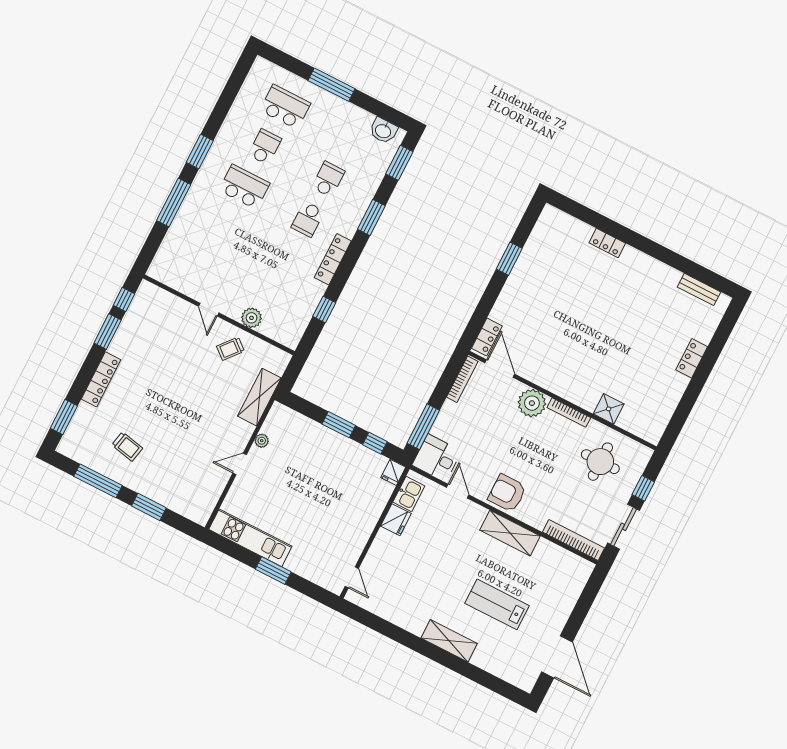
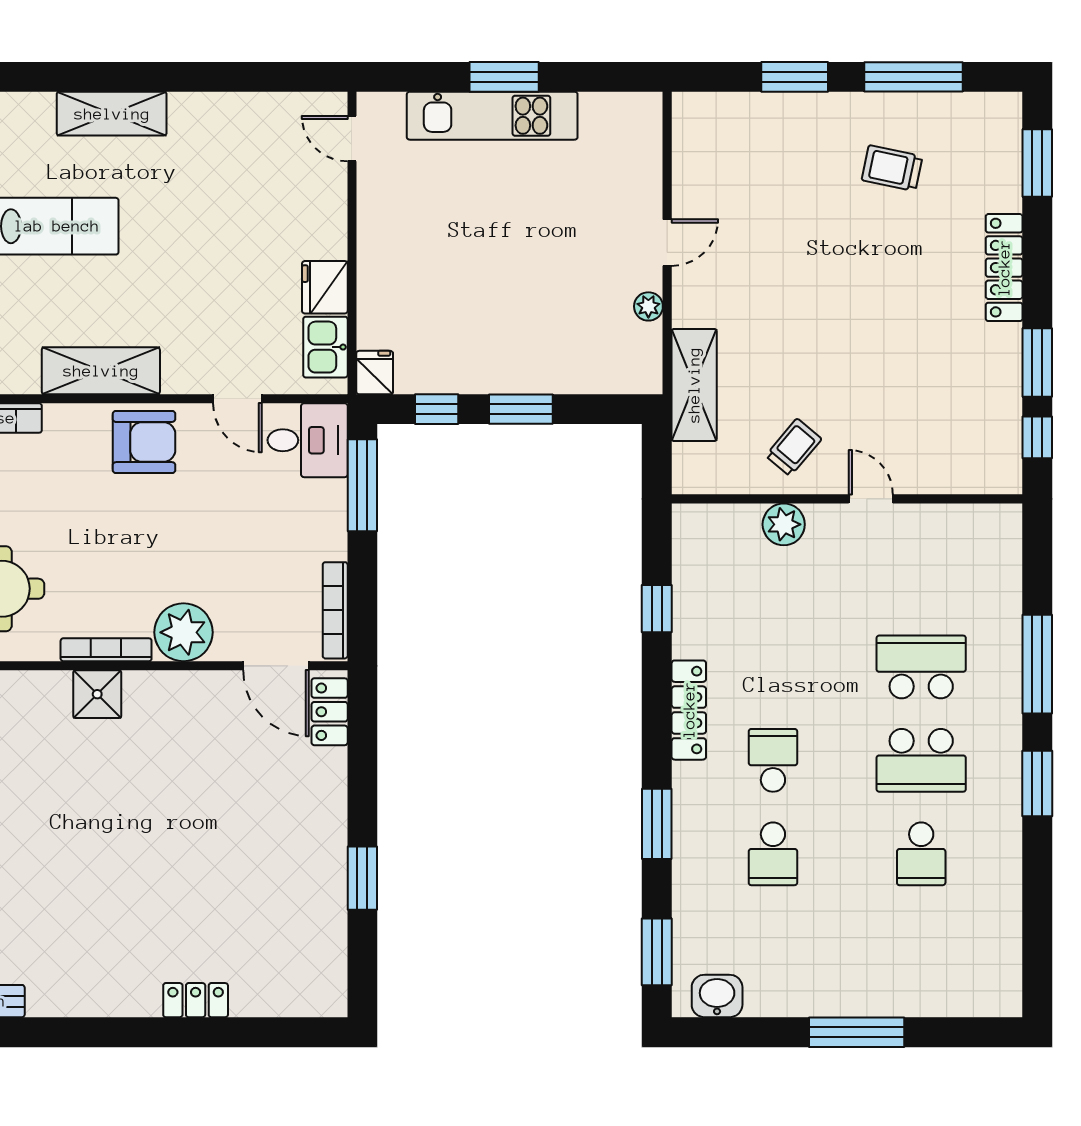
school desk: (285, 107) -> (921, 667), moved, turned 180
shower: (609, 409) -> (97, 694), moved
kitchen unit: (250, 538) -> (492, 116), moved

